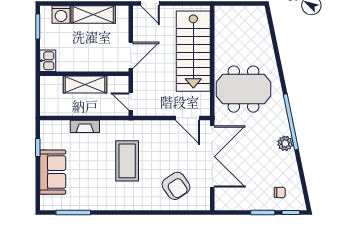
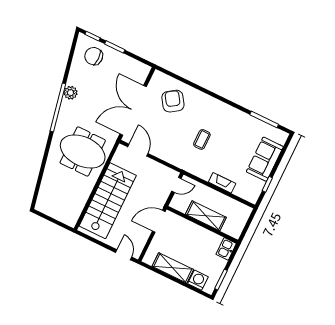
door: (131, 102) -> (176, 185), hinge flipped
coffee table: (127, 161) -> (202, 139), width x0.54, depth x0.58
chair: (280, 192) -> (94, 56), width x1.87, depth x1.87

